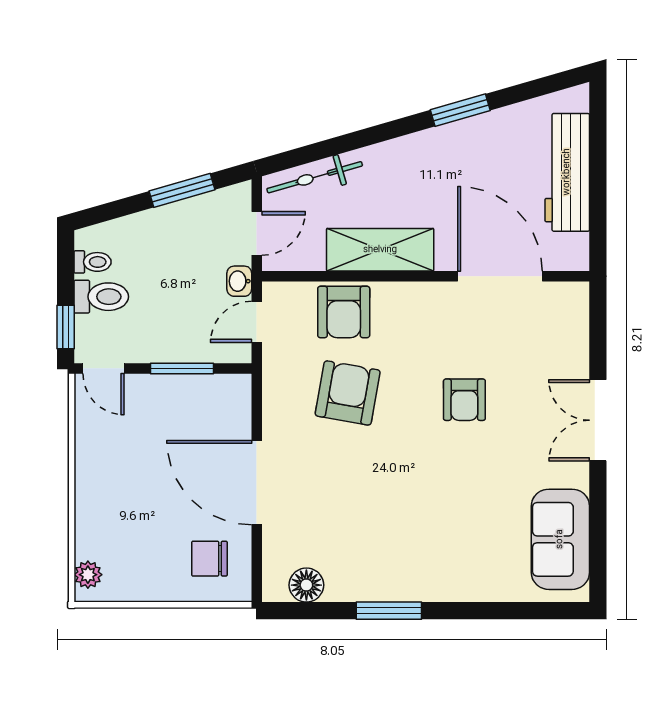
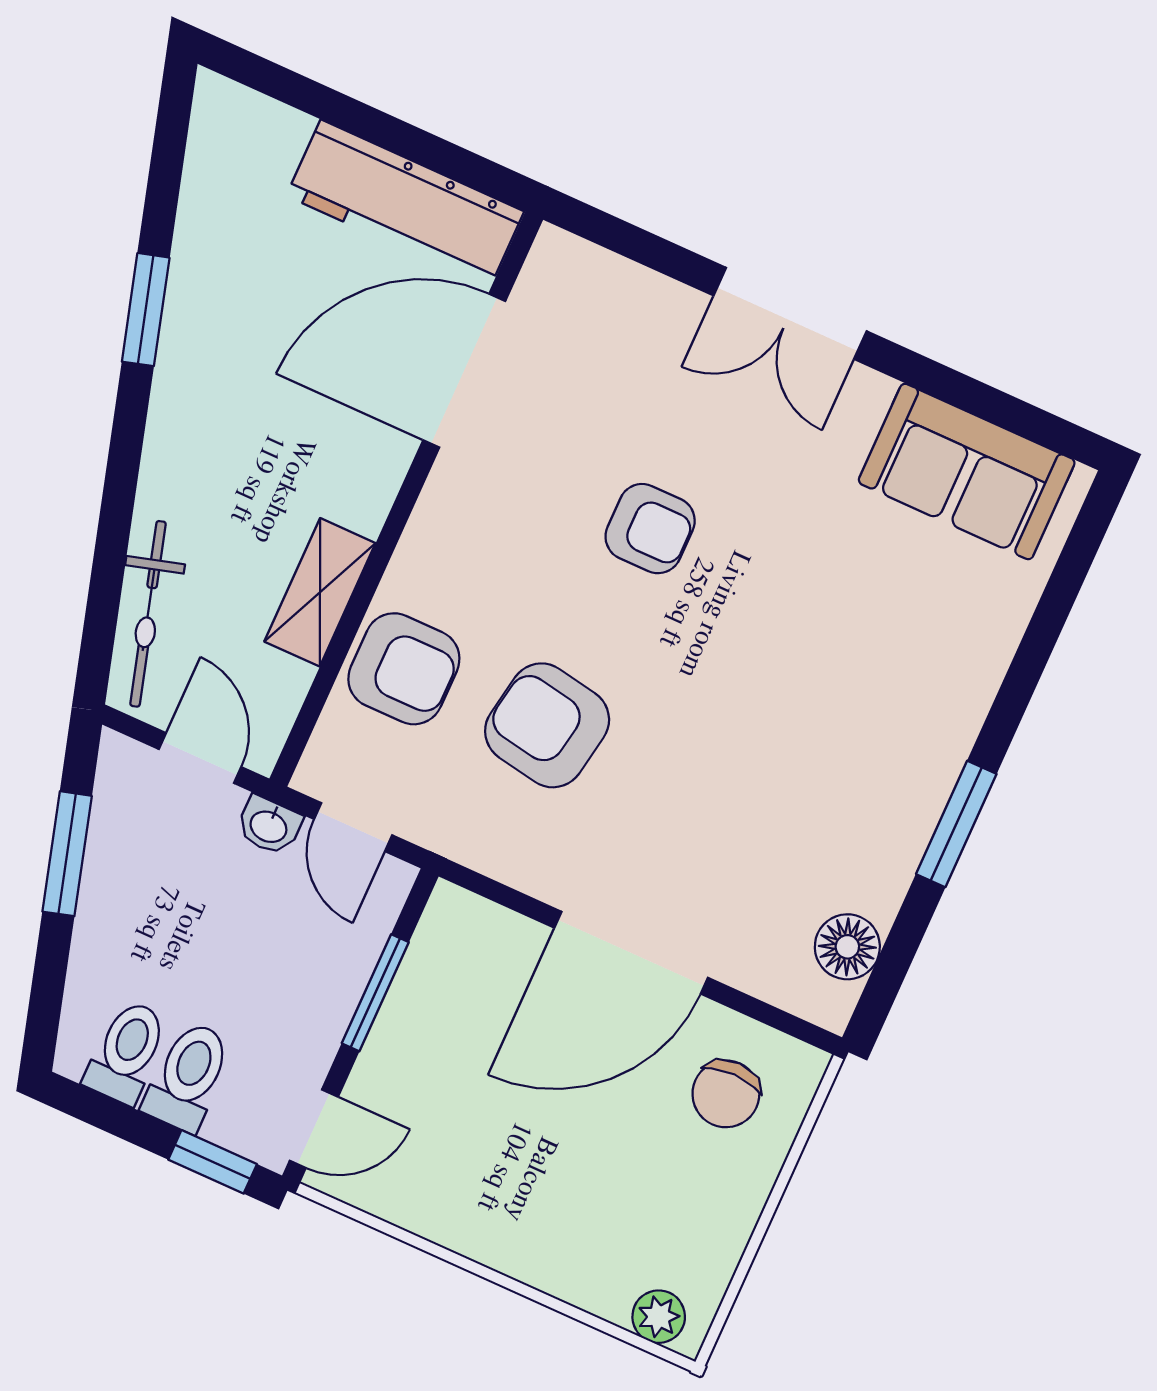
workbench: (567, 172) -> (405, 204), moved
shelving: (380, 250) -> (320, 592), width x0.67, depth x0.75
toilet: (93, 262) -> (127, 1052), width x1.37, depth x1.39

